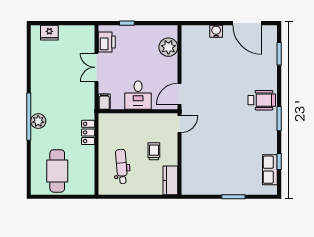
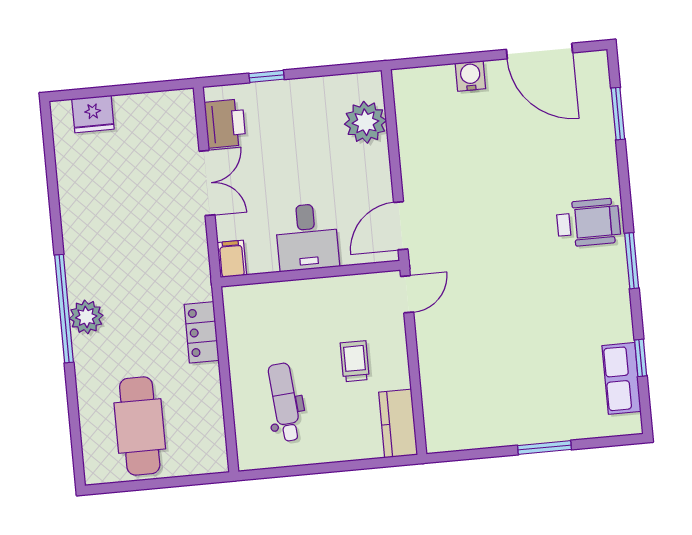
double door: (97, 67) -> (207, 183), swing flipped

